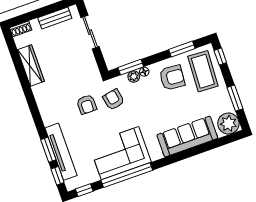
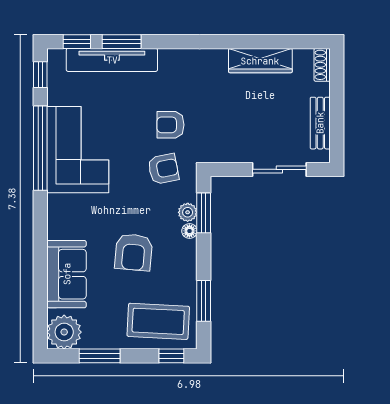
armchair: (172, 78) -> (134, 252), moved
sofa: (187, 137) -> (67, 274), width x0.73

